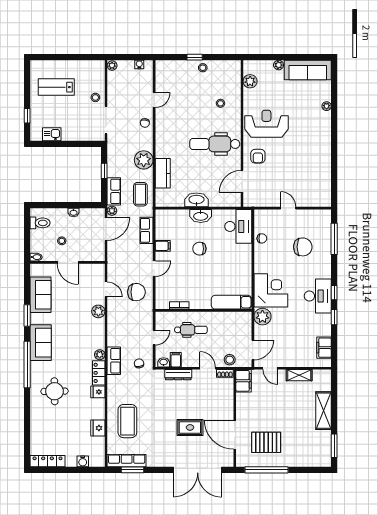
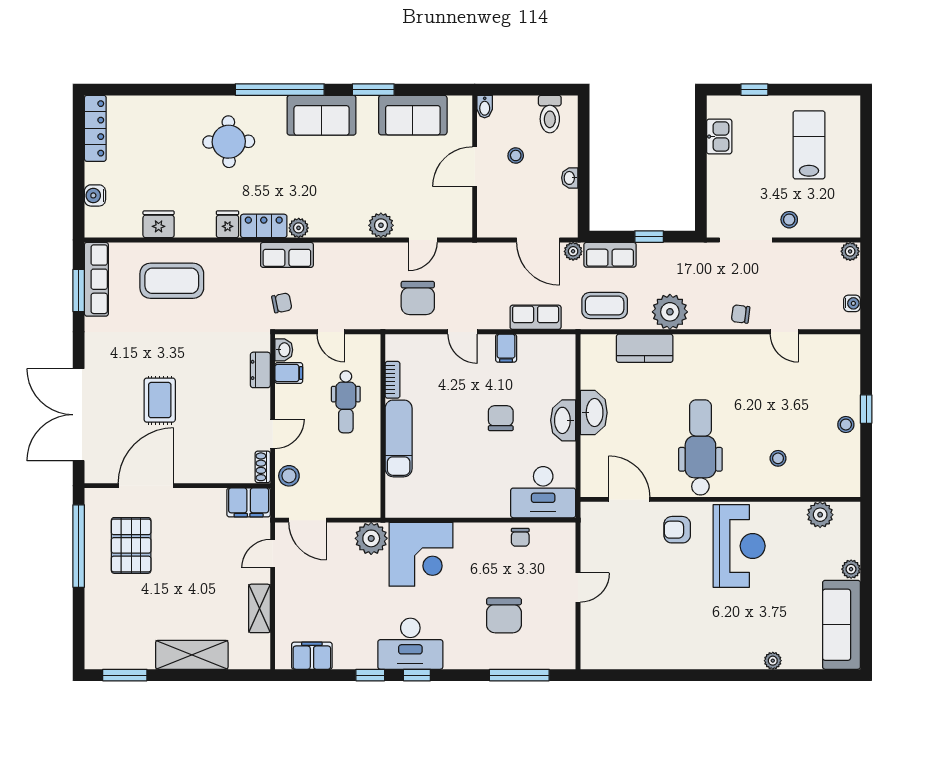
exam couch: (232, 302) -> (399, 438), moved
dresser: (178, 375) -> (260, 370), width x0.70

